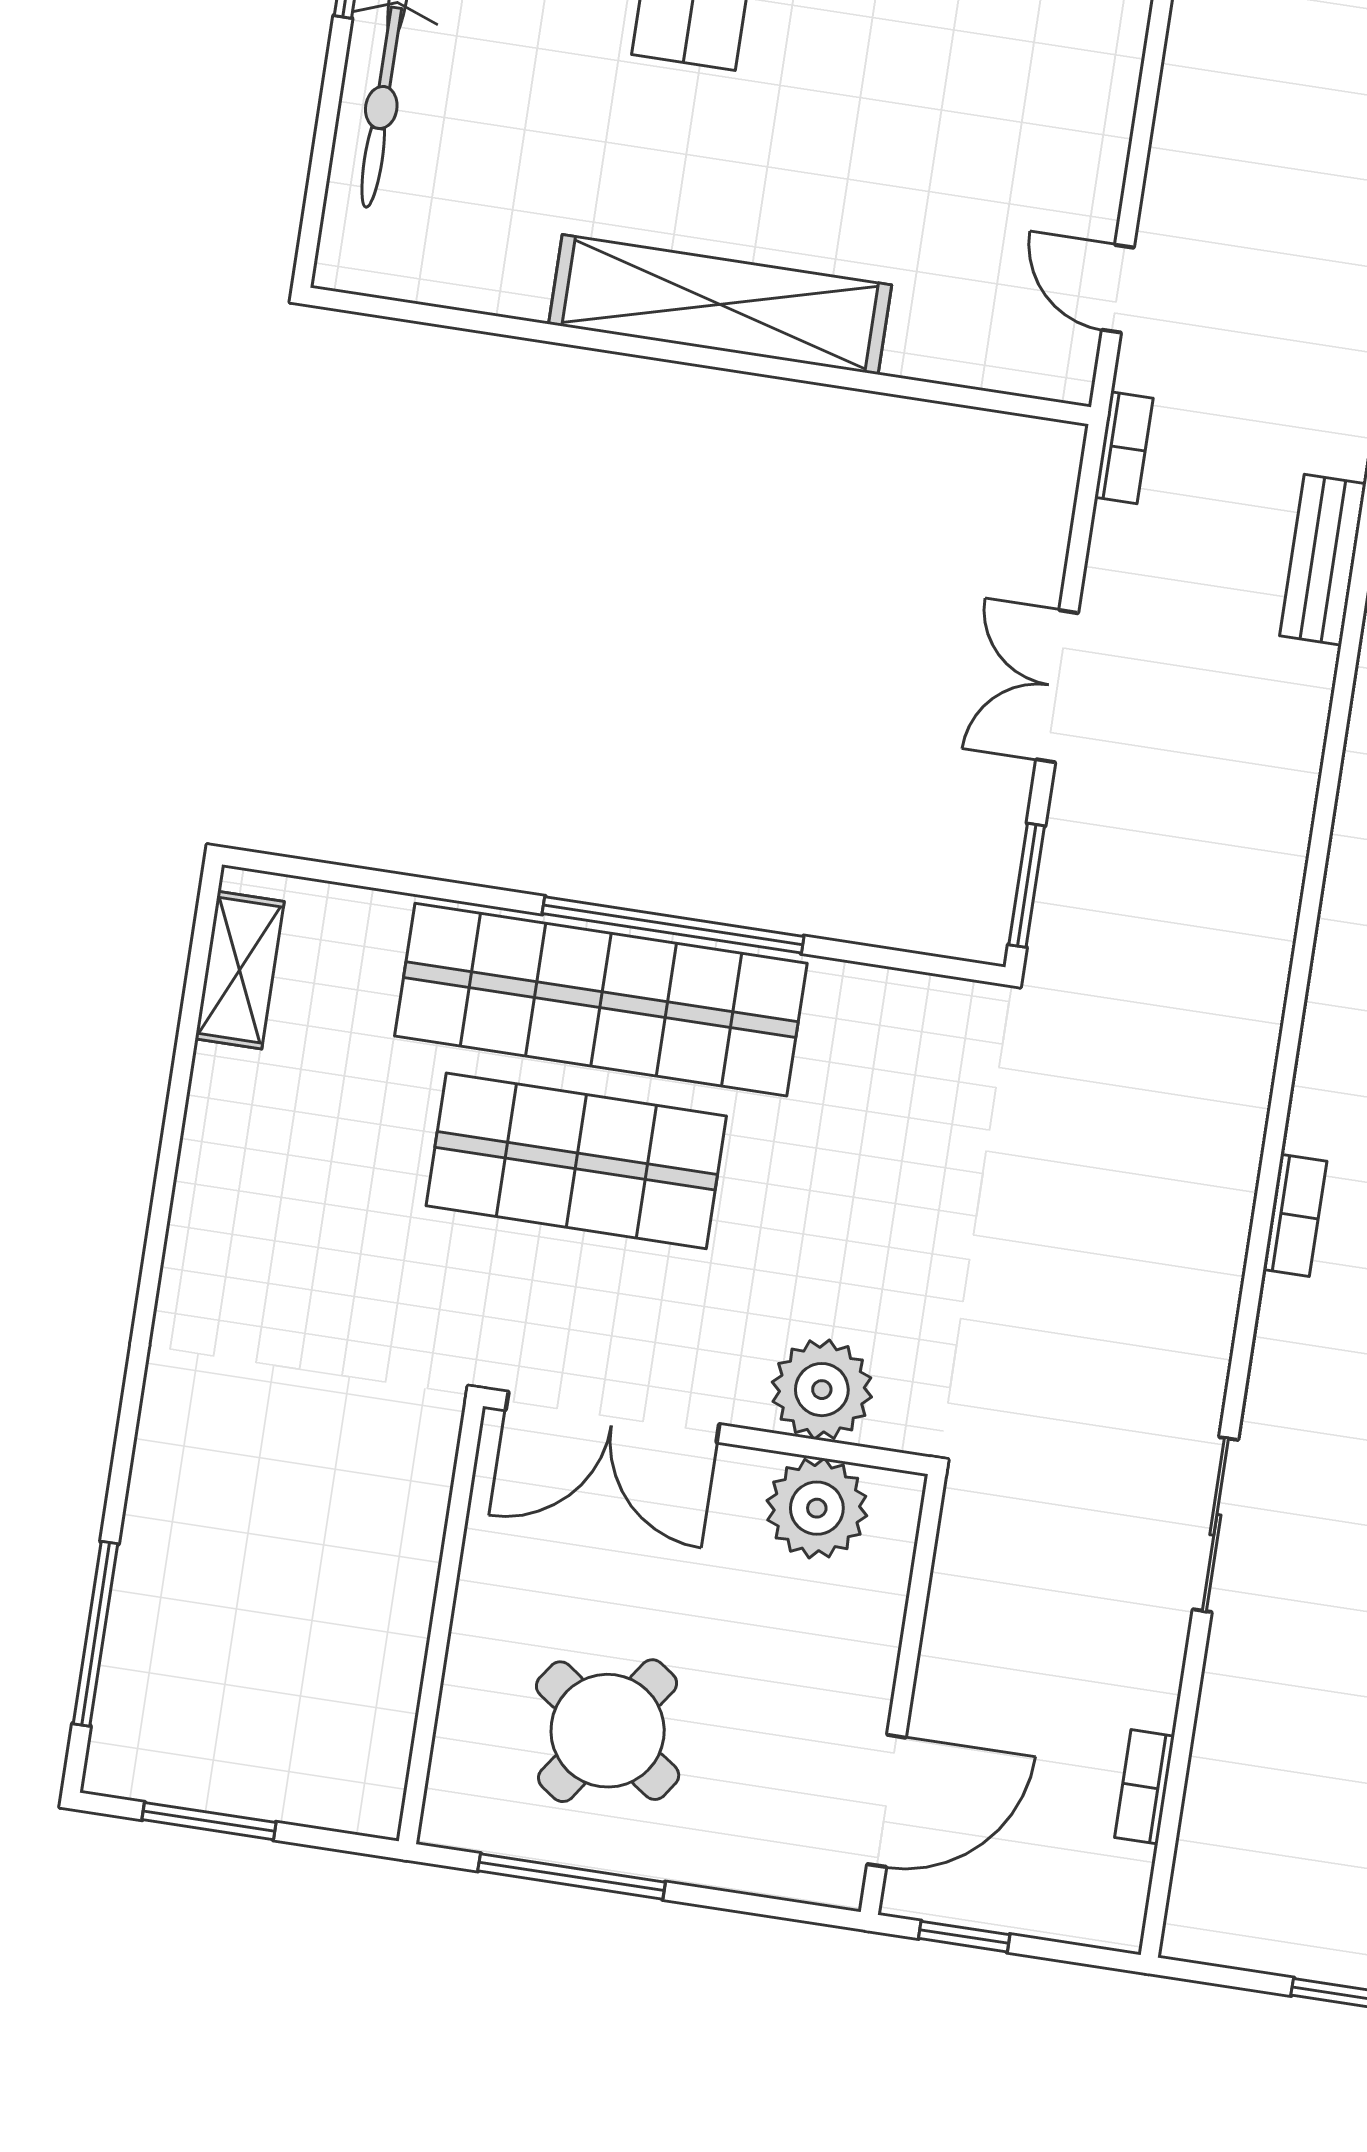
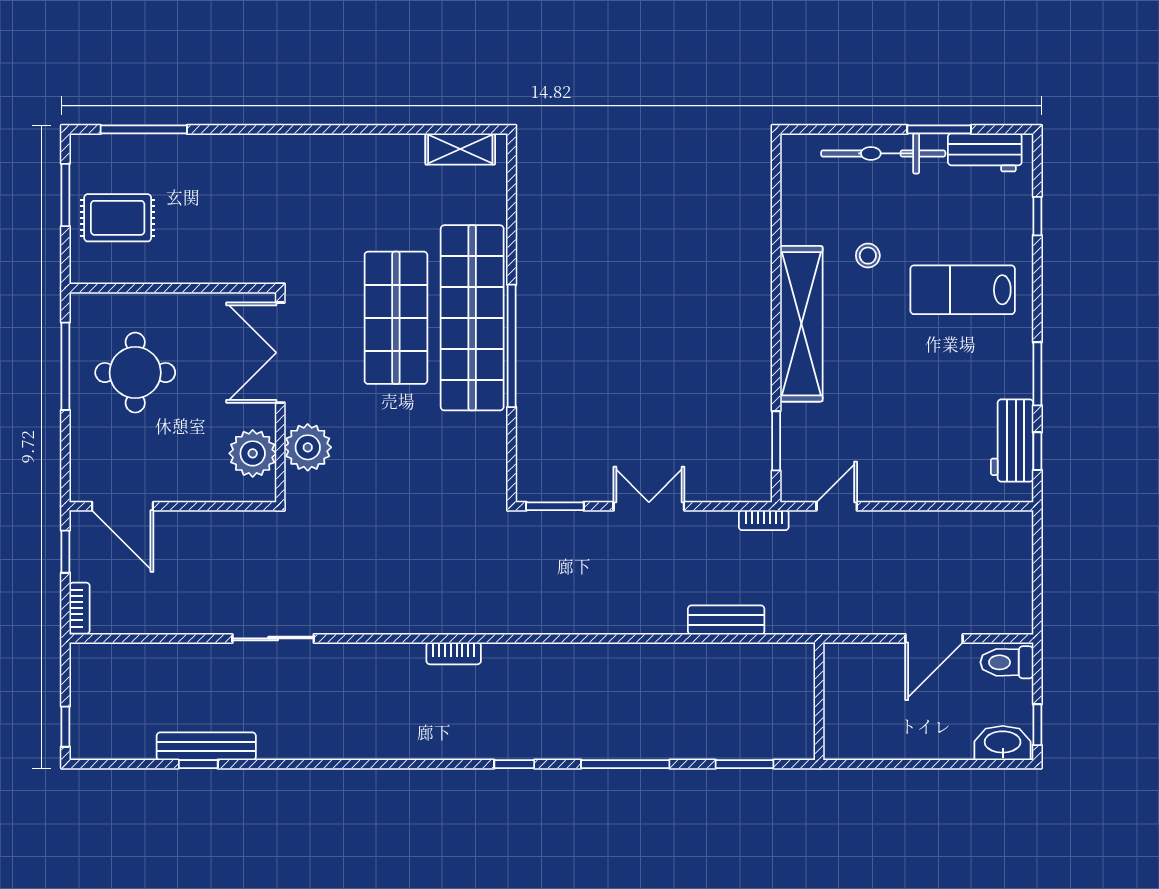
stool: (597, 142) -> (868, 256), added
window: (960, 396) -> (776, 441), added
bookcase: (1295, 1215) -> (454, 653), moved
rug: (274, 1718) -> (118, 218), added
round table: (608, 1731) -> (135, 373), turned -35
bookcase: (1145, 1787) -> (80, 608), moved, turned 90

